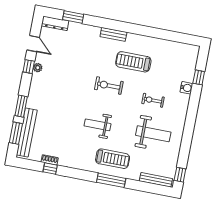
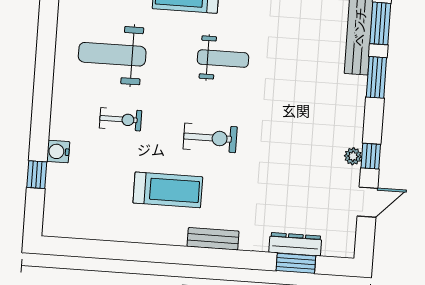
dresser: (55, 23) -> (295, 244), moved
door: (33, 44) -> (367, 202), swing flipped

